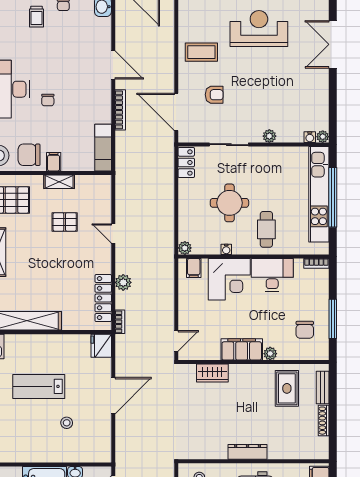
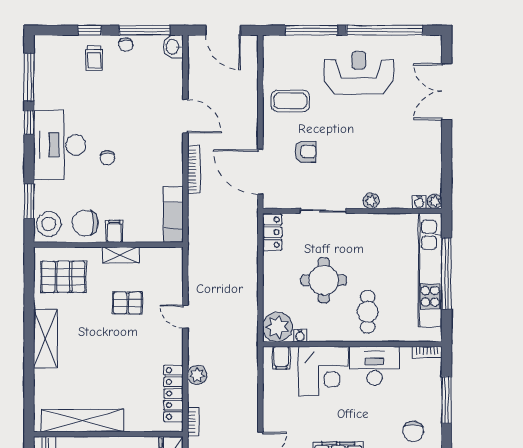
plant: (185, 248) -> (277, 327), width x1.88, depth x1.88
water cooler: (226, 249) -> (300, 336), moved
window: (333, 319) -> (447, 400), moved

